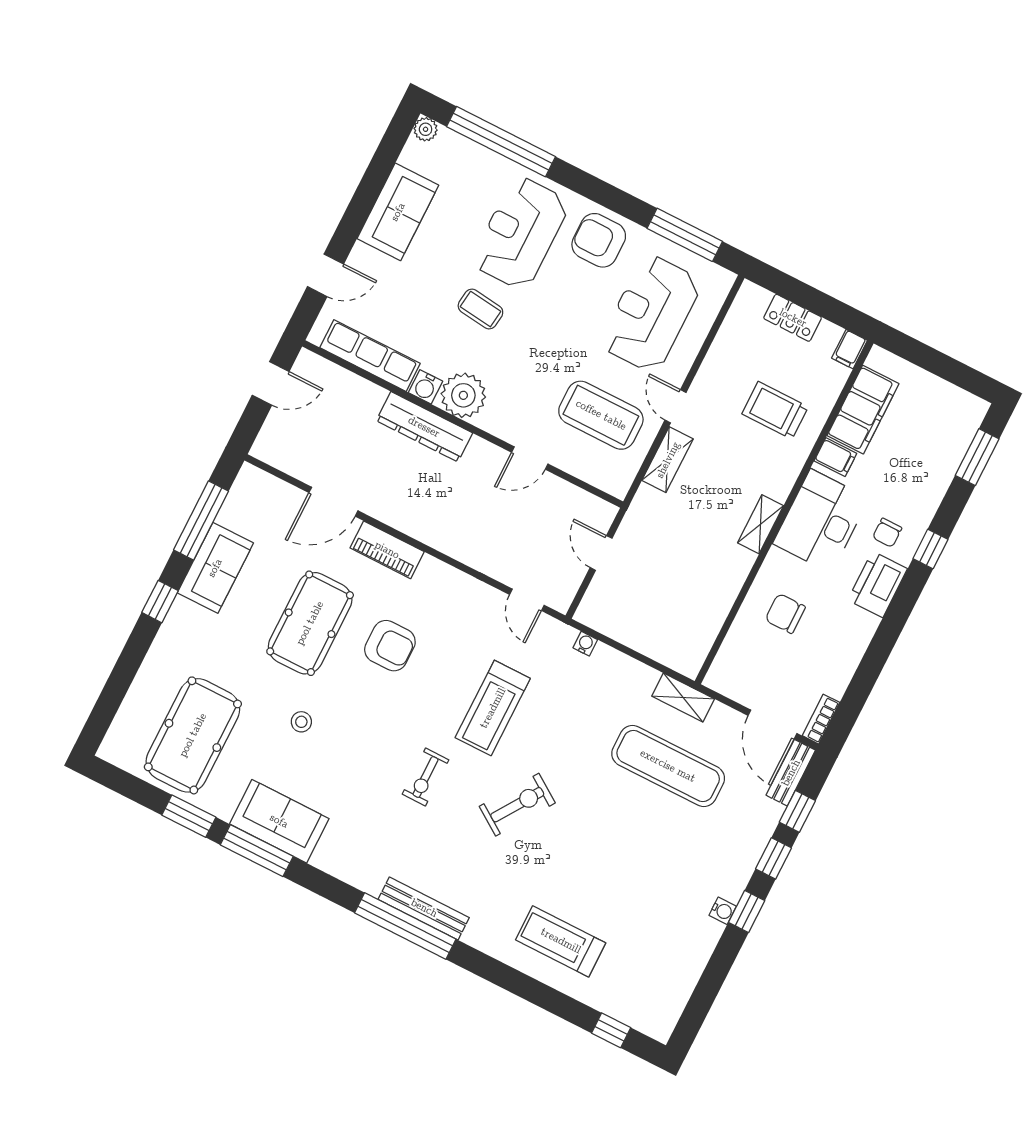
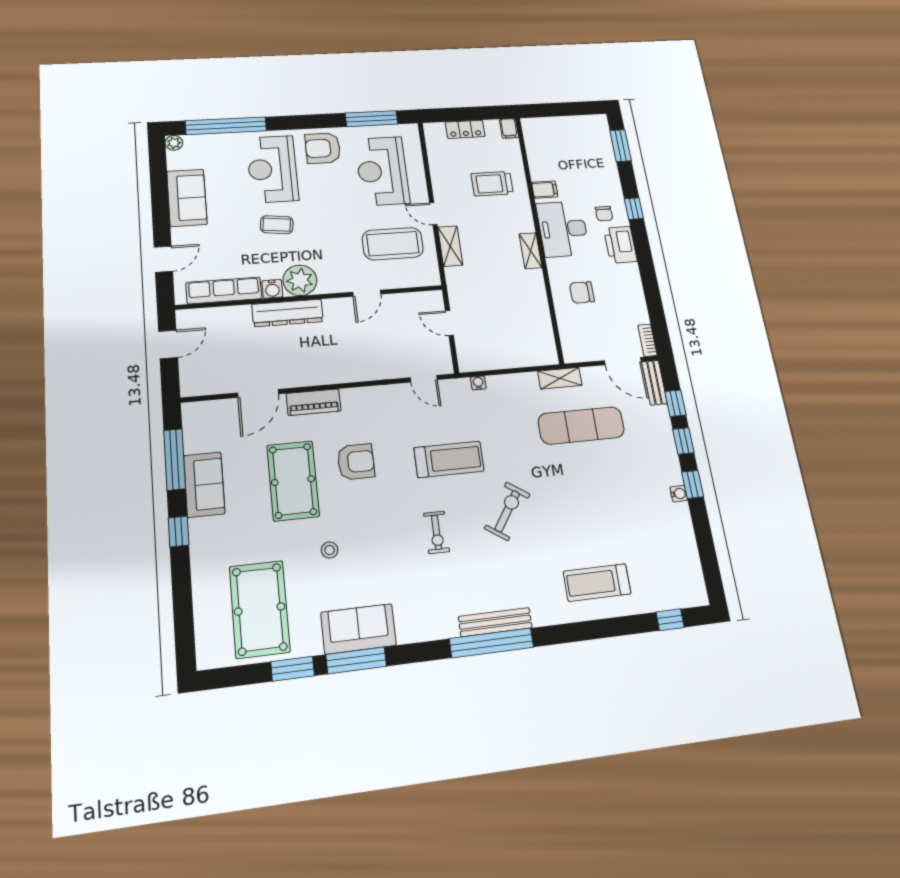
filing cabinet: (863, 410) -> (540, 156), removed
treadmill: (493, 708) -> (449, 459), turned -90

